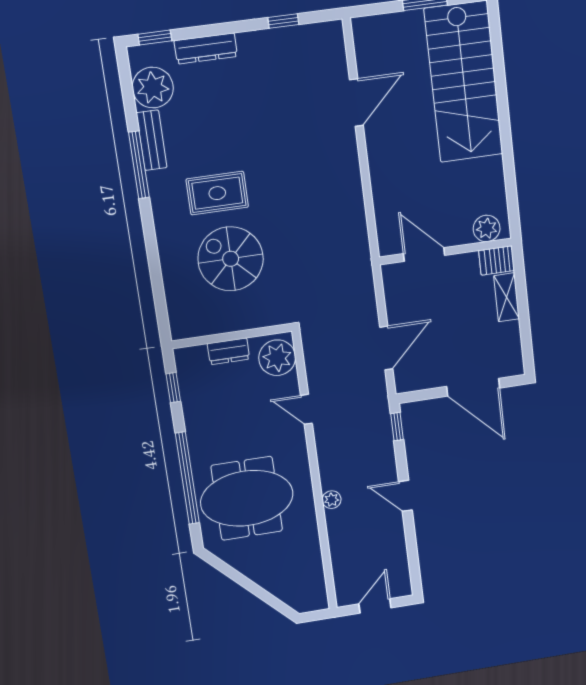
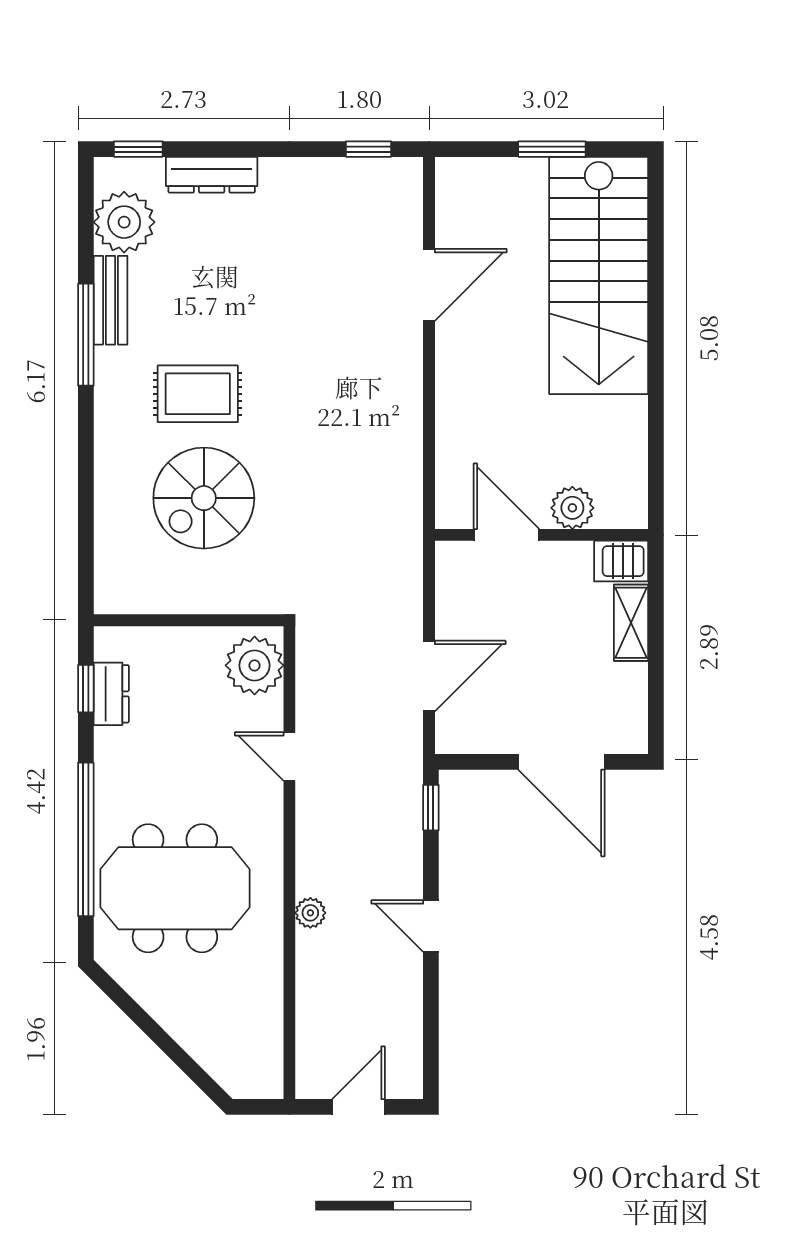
window: (283, 21) -> (368, 149), moved
plant: (487, 228) -> (572, 508), moved
spiral stairs: (231, 259) -> (204, 498), turned -90
dresser: (228, 351) -> (111, 694), moved, turned -90

